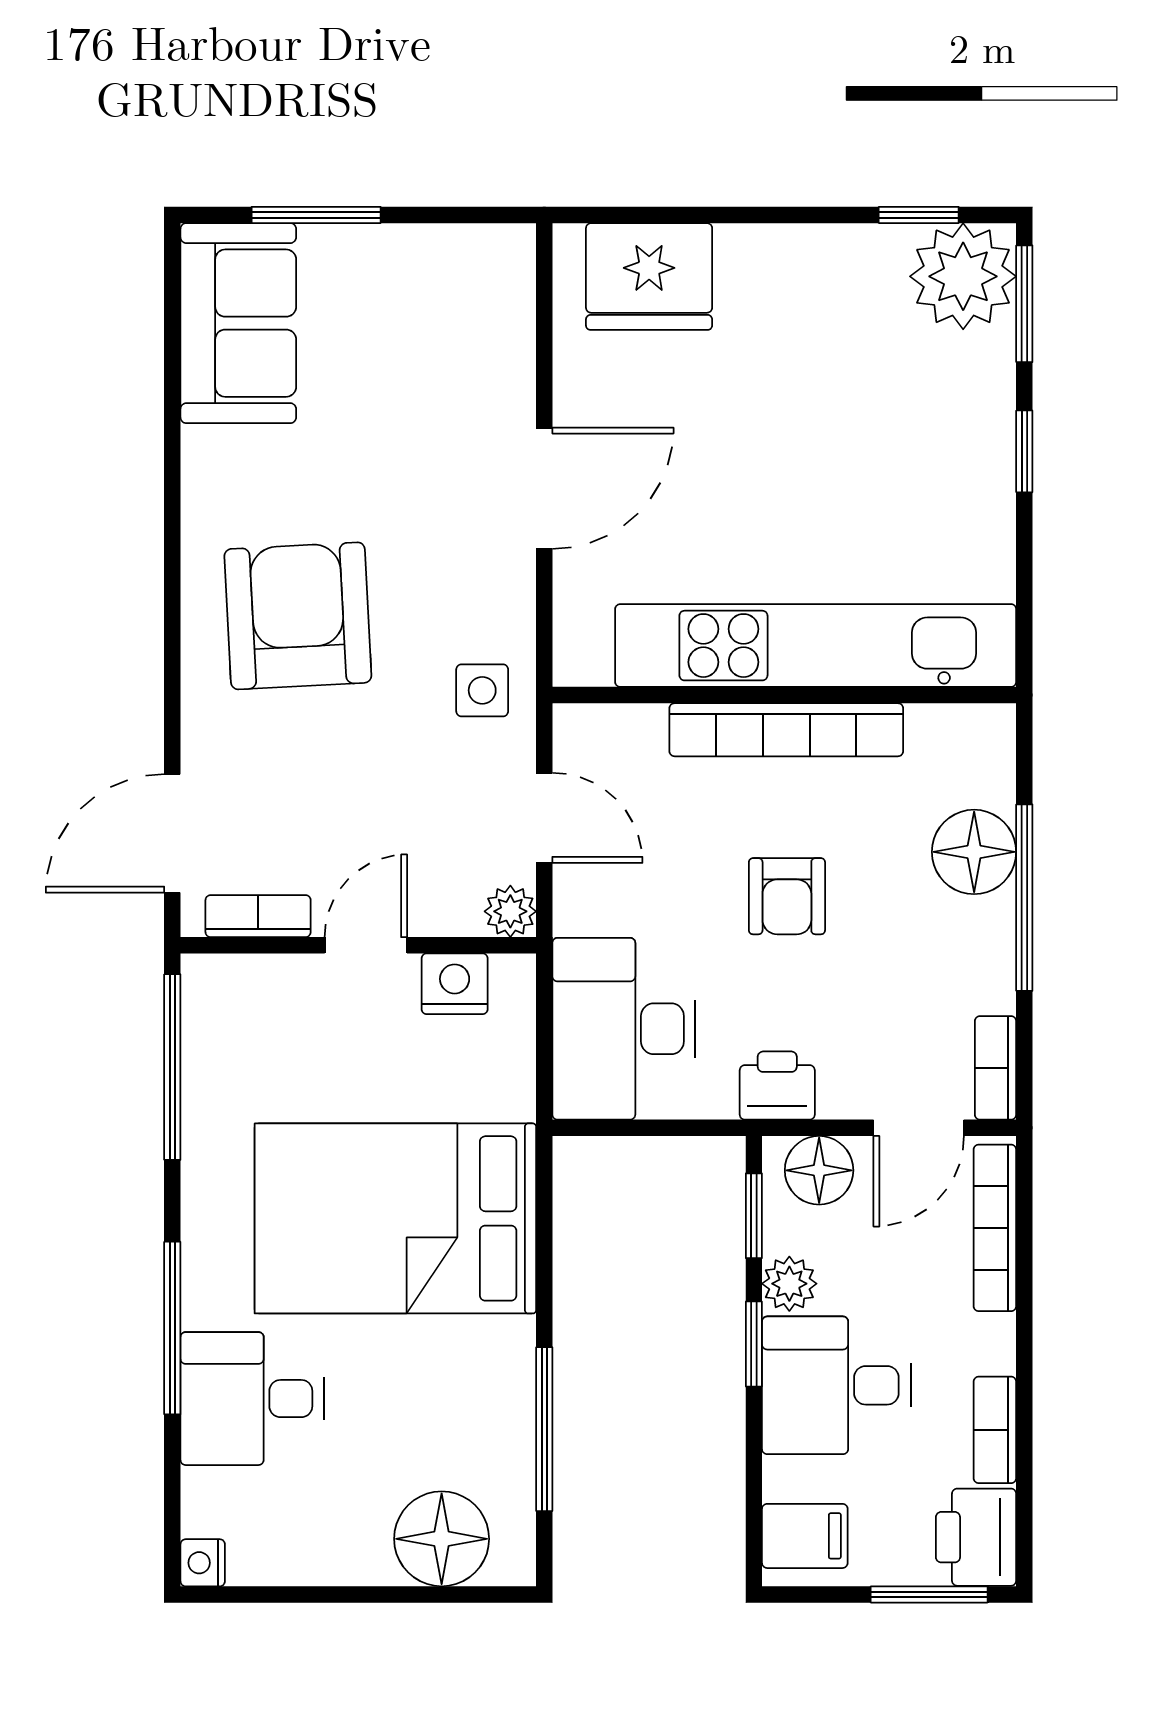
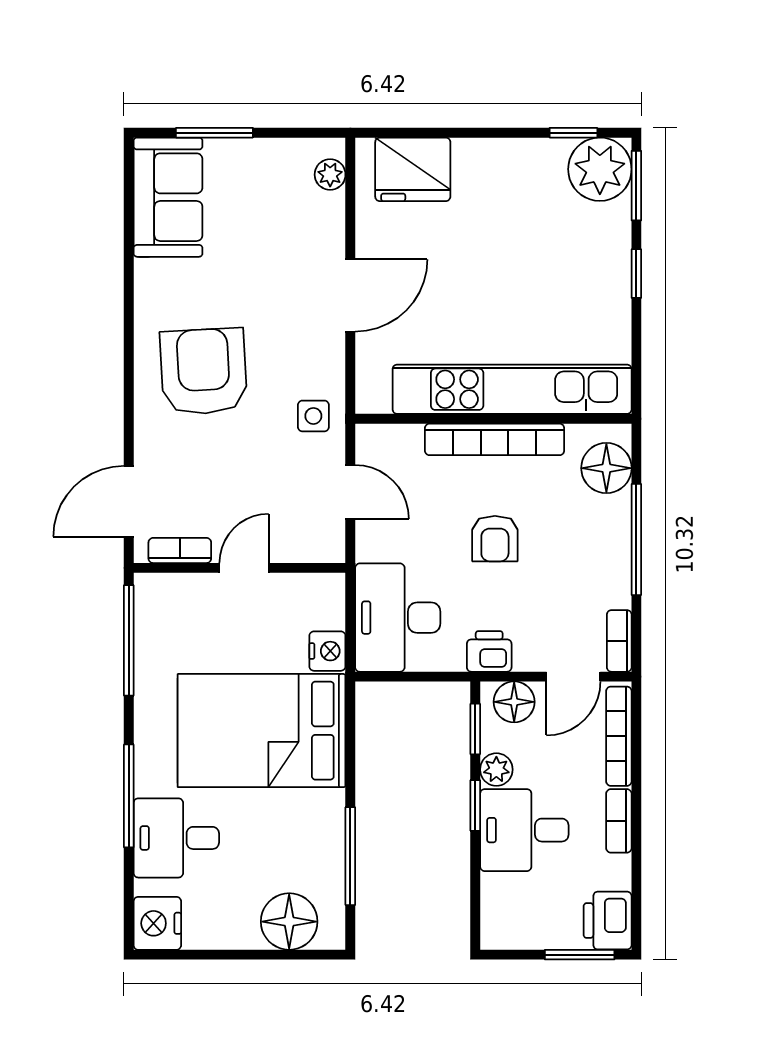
floor lamp: (974, 852) -> (606, 468), moved
plant: (510, 911) -> (330, 175), moved
nightstand: (455, 984) -> (327, 651), moved, turned 90
bookcase: (995, 1430) -> (619, 821), moved
filing cabinet: (805, 1536) -> (506, 920), removed
nightstand: (203, 1563) -> (157, 923), width x1.89, depth x1.79

